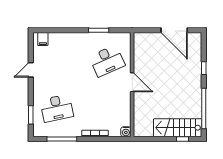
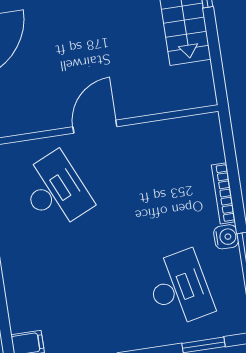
water cooler: (126, 132) -> (226, 237), moved

